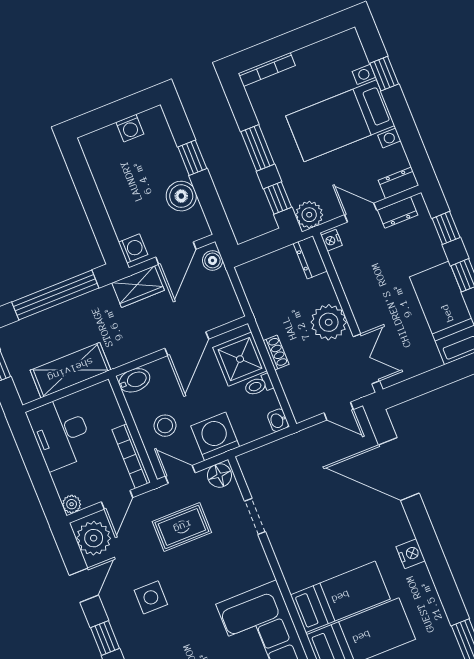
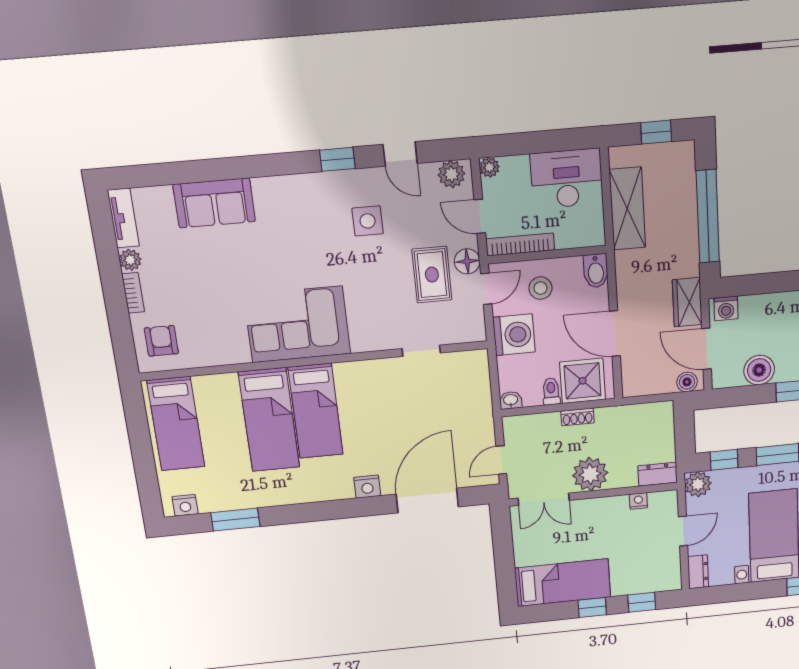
dresser: (398, 212) -> (671, 564), removed
nightstand: (332, 240) -> (638, 501), moved
floor lamp: (219, 475) -> (467, 261), moved
plant: (94, 538) -> (451, 174), width x0.73, depth x0.73
nightstand: (411, 554) -> (367, 487), moved

